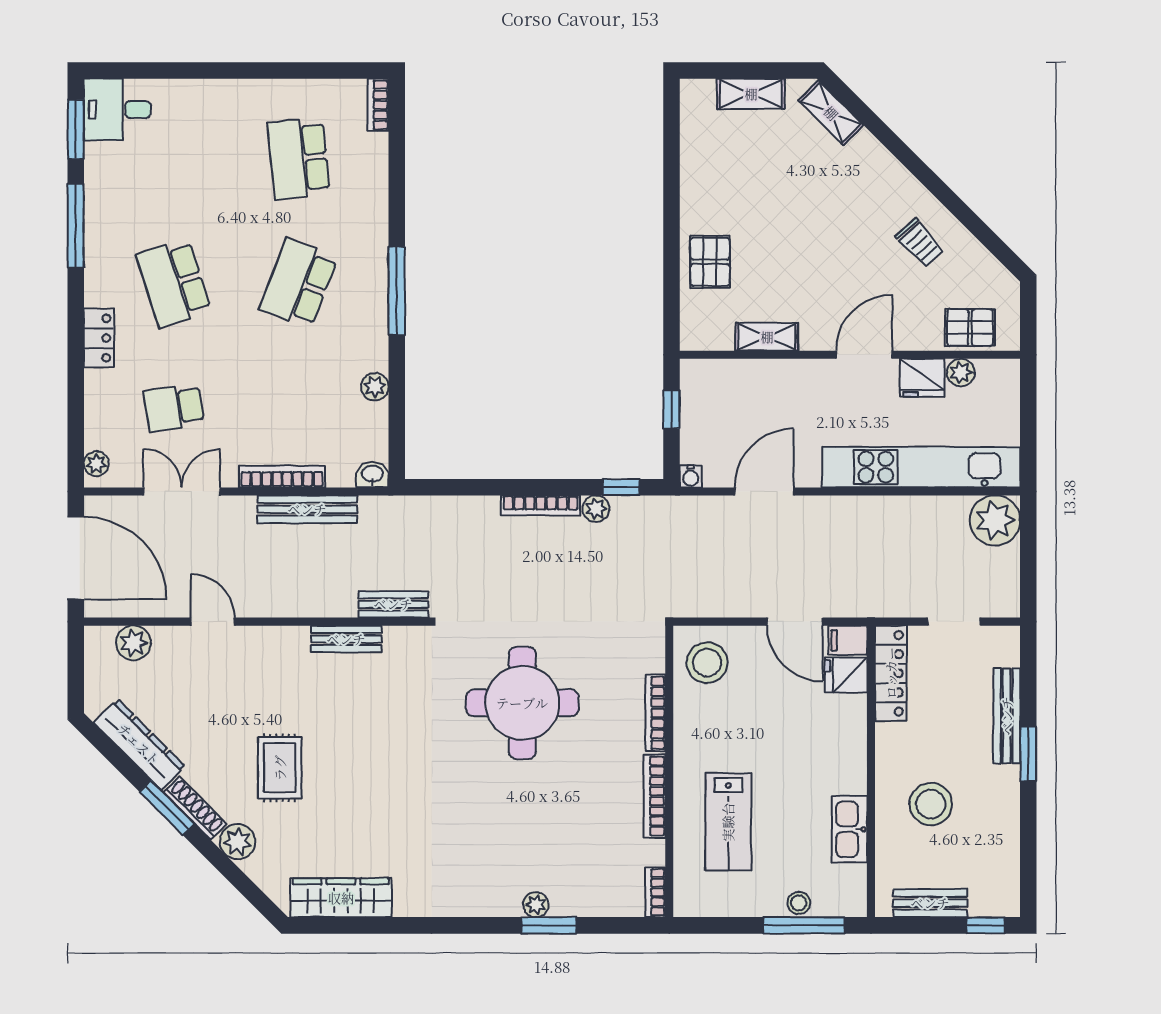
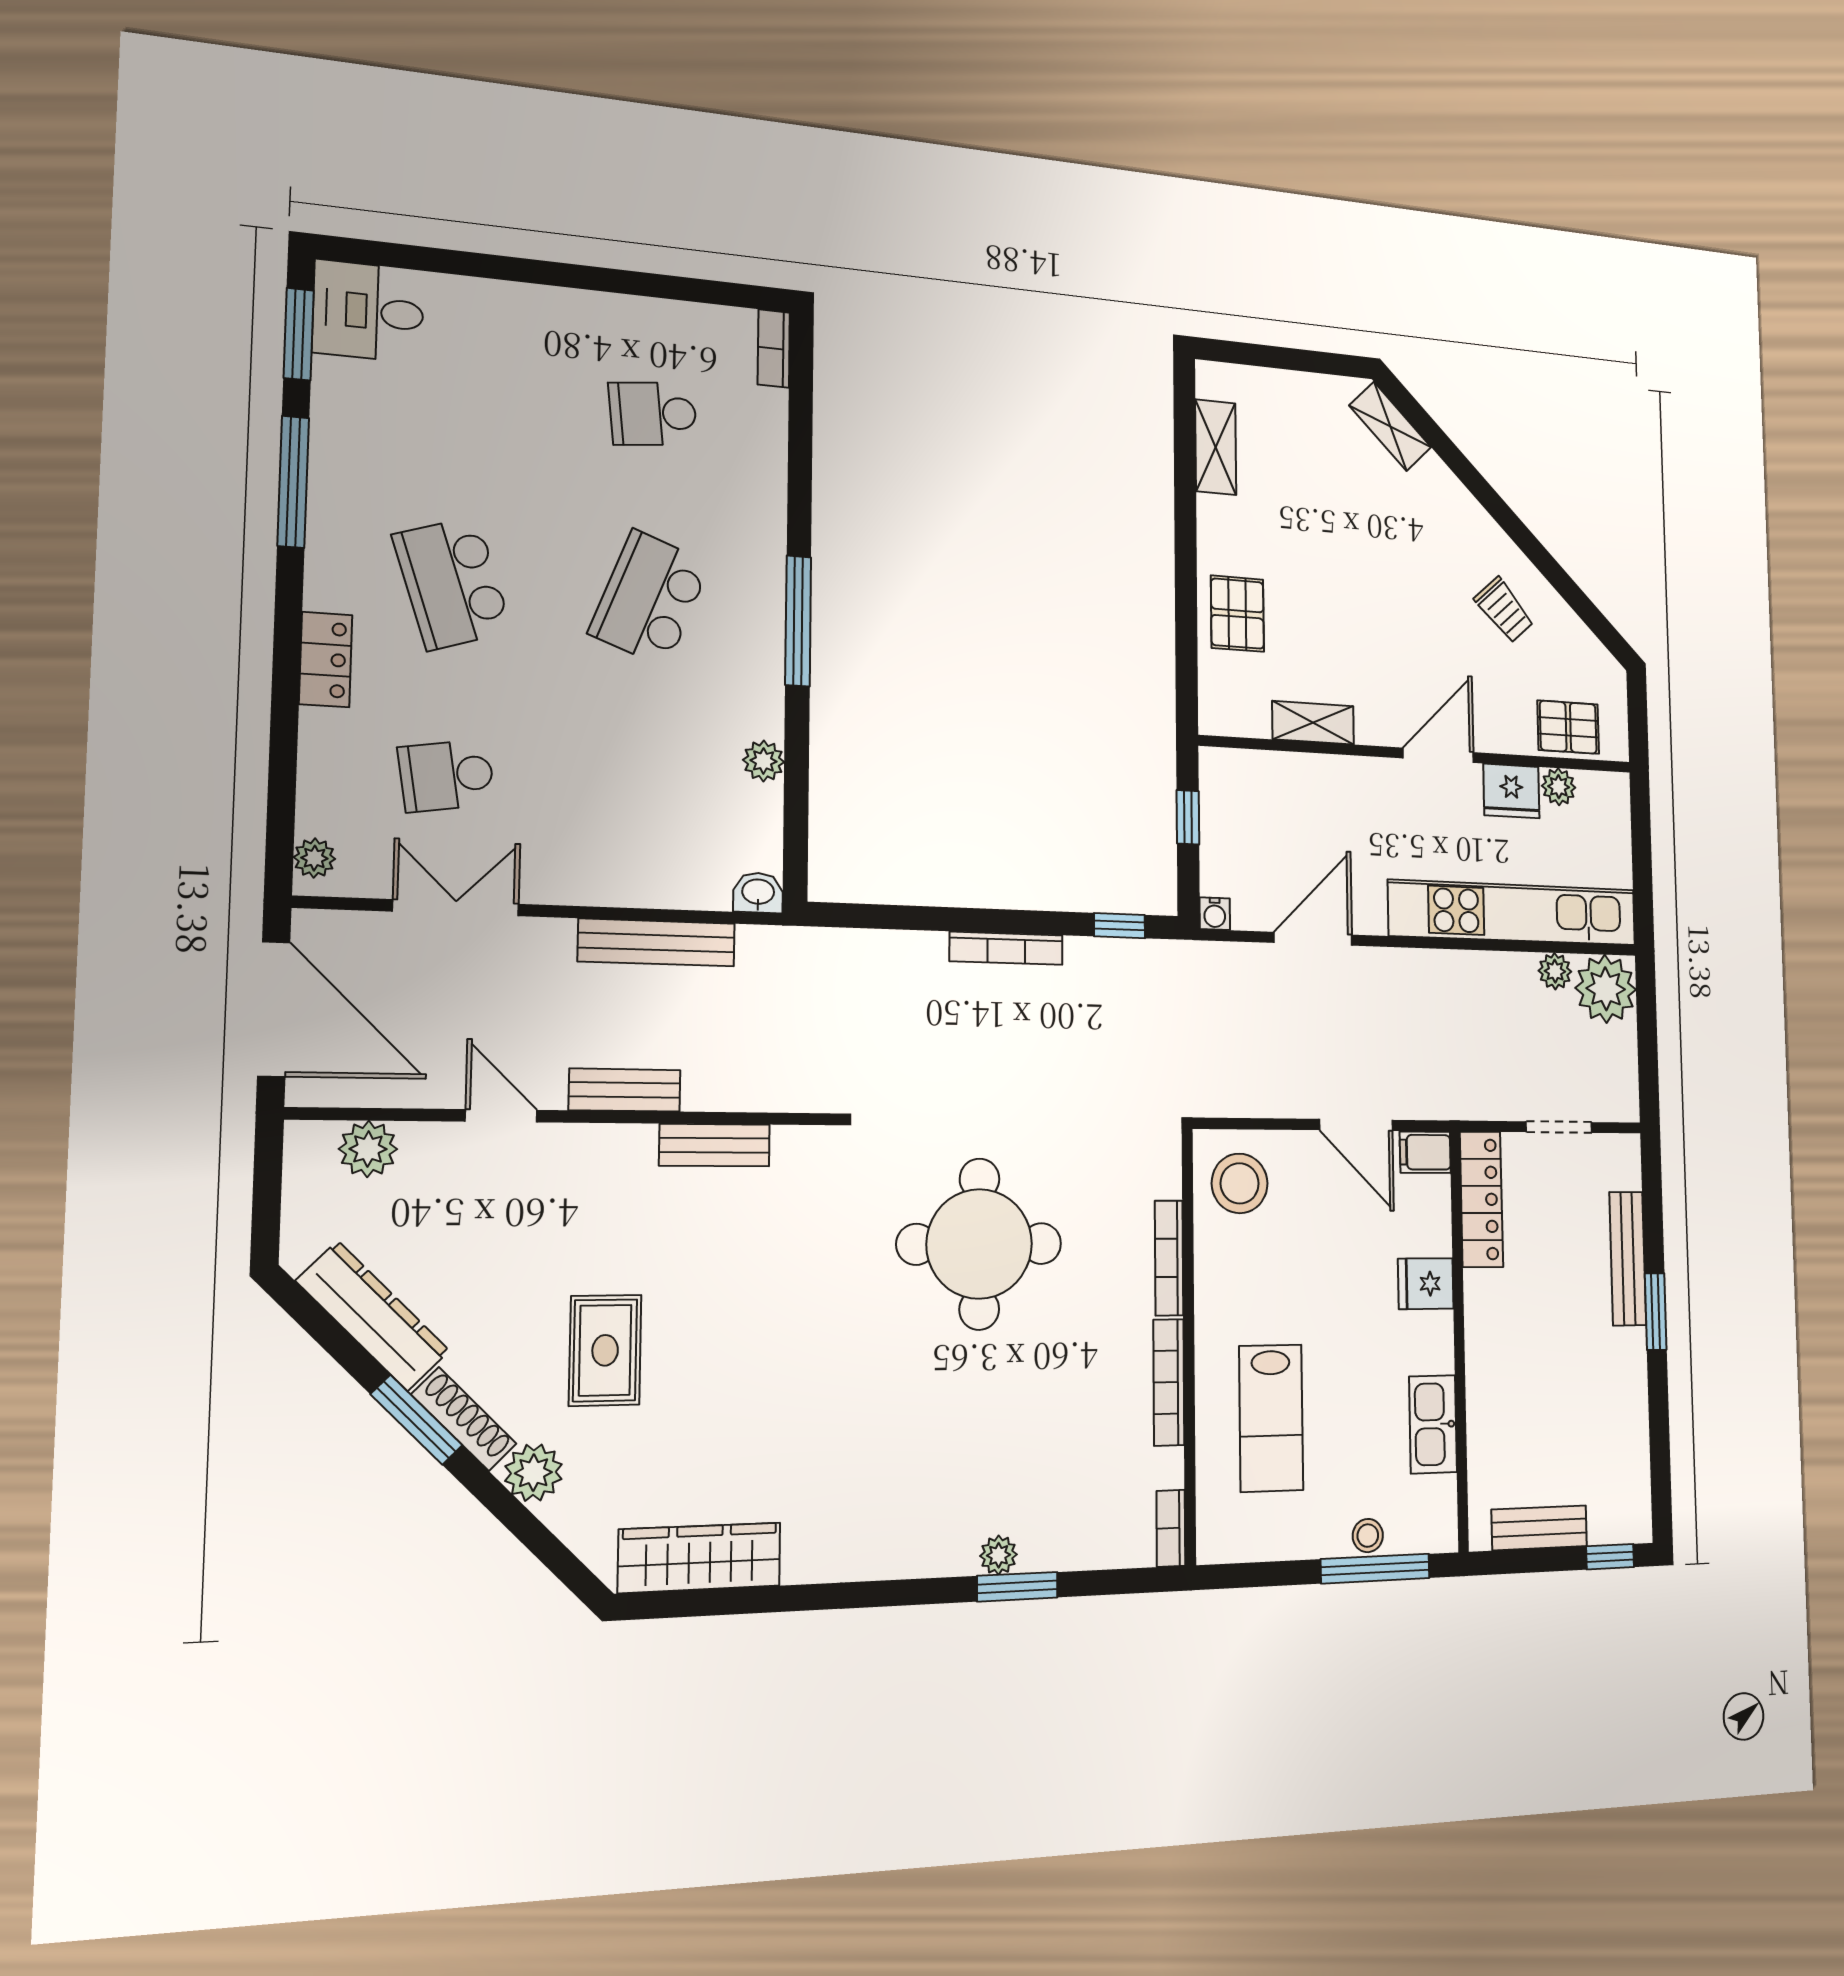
shelving: (751, 94) -> (1216, 447), moved, turned 90
school desk: (299, 158) -> (653, 414), width x0.54
bookcase: (282, 477) -> (618, 891), removed
plant: (596, 509) -> (1555, 971), moved
bench: (393, 604) -> (625, 1090), moved
fridge: (846, 675) -> (1426, 1284), moved
stool: (931, 804) -> (1537, 1385), removed

